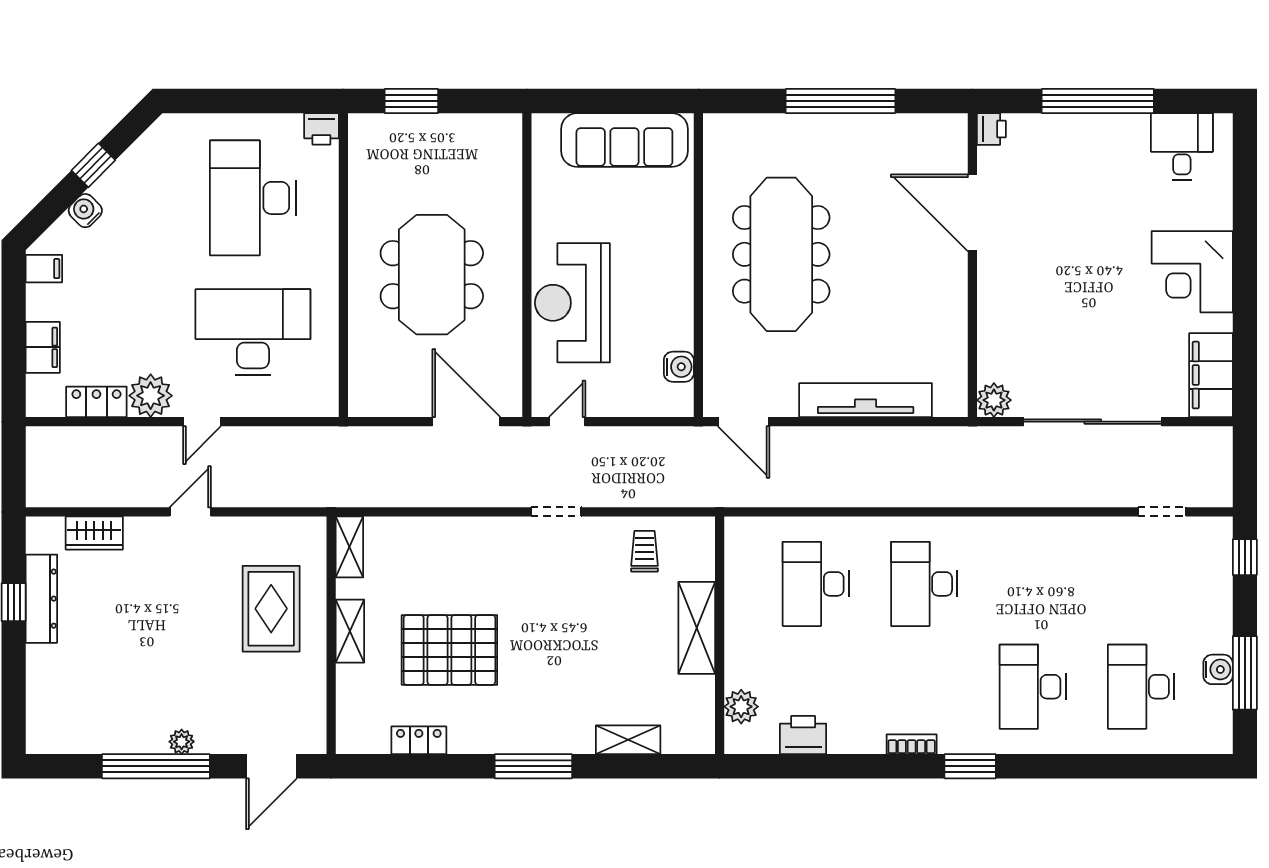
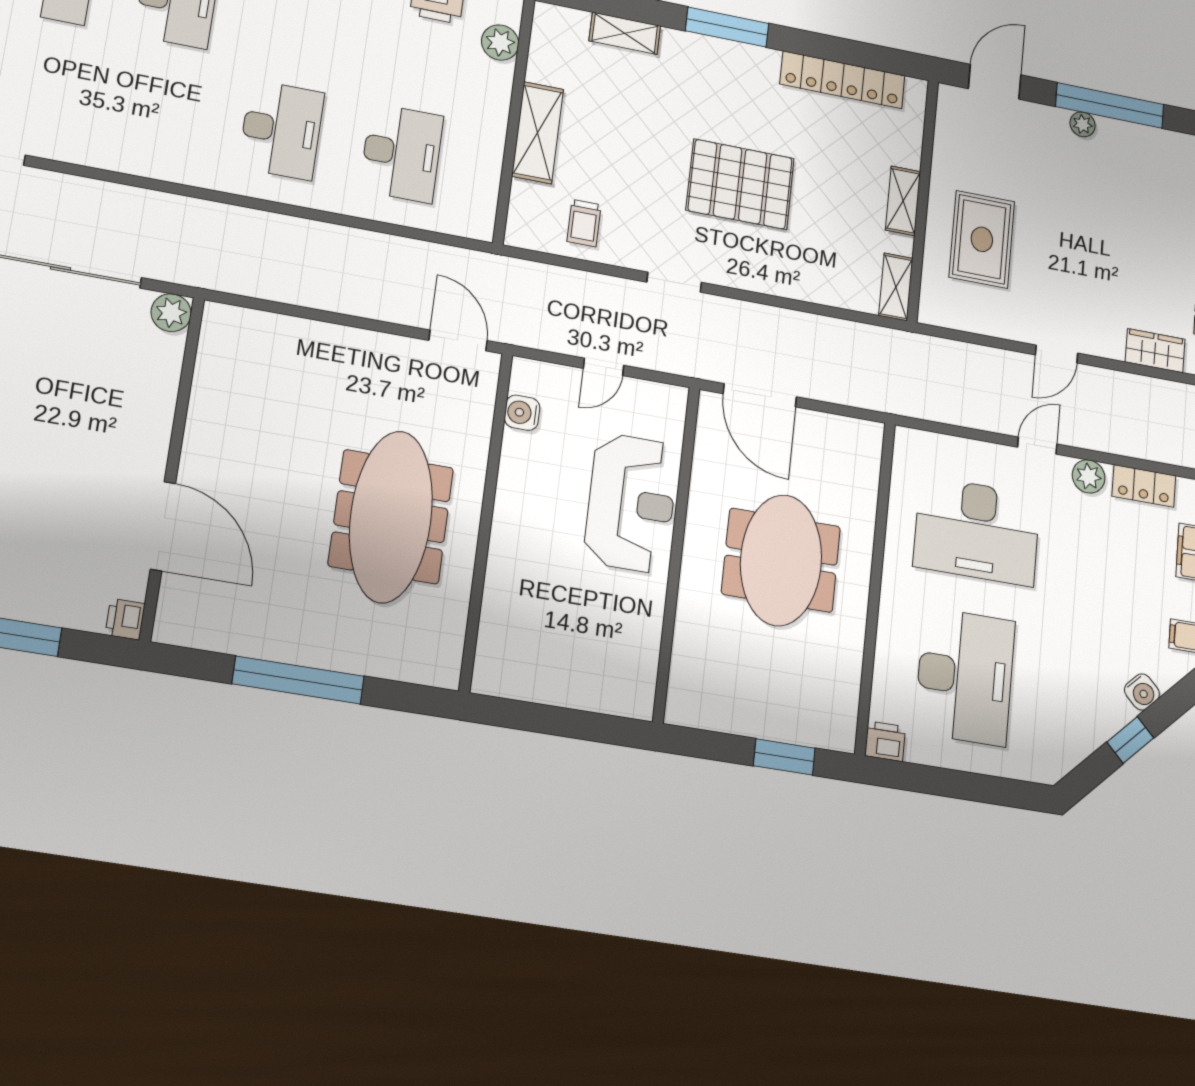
sofa: (624, 140) -> (552, 675), removed
plant: (151, 396) -> (1089, 476), width x0.73, depth x0.73
tv unit: (866, 400) -> (318, 339), removed
door: (567, 422) -> (604, 367), moved
pallet: (449, 650) -> (740, 184), moved
locker: (419, 740) -> (842, 80), width x2.16, depth x1.21

